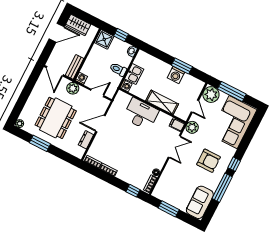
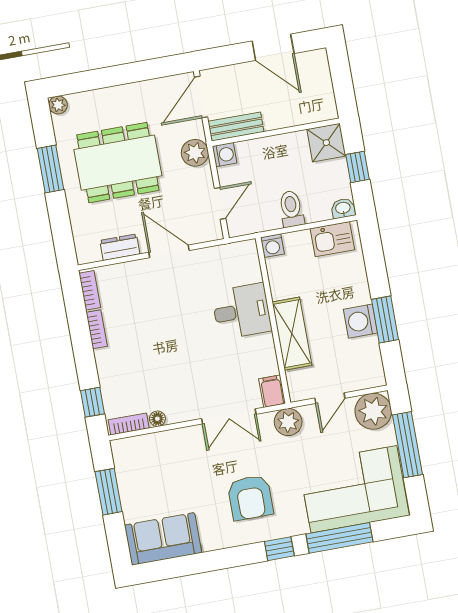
wardrobe: (78, 25) -> (316, 75), removed
kitchen sink: (134, 74) -> (332, 239), moved
door: (97, 93) -> (220, 203), hinge flipped
desk: (141, 114) -> (242, 311), width x0.73
window: (222, 188) -> (339, 538), moved

